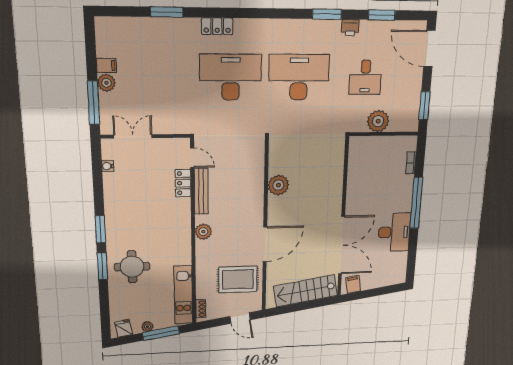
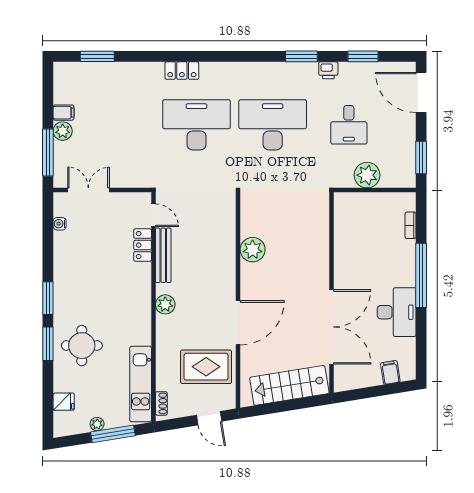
window: (167, 12) -> (97, 56), moved
filing cabinet: (353, 284) -> (390, 372), moved
fridge: (124, 328) -> (64, 402), moved, turned 99

